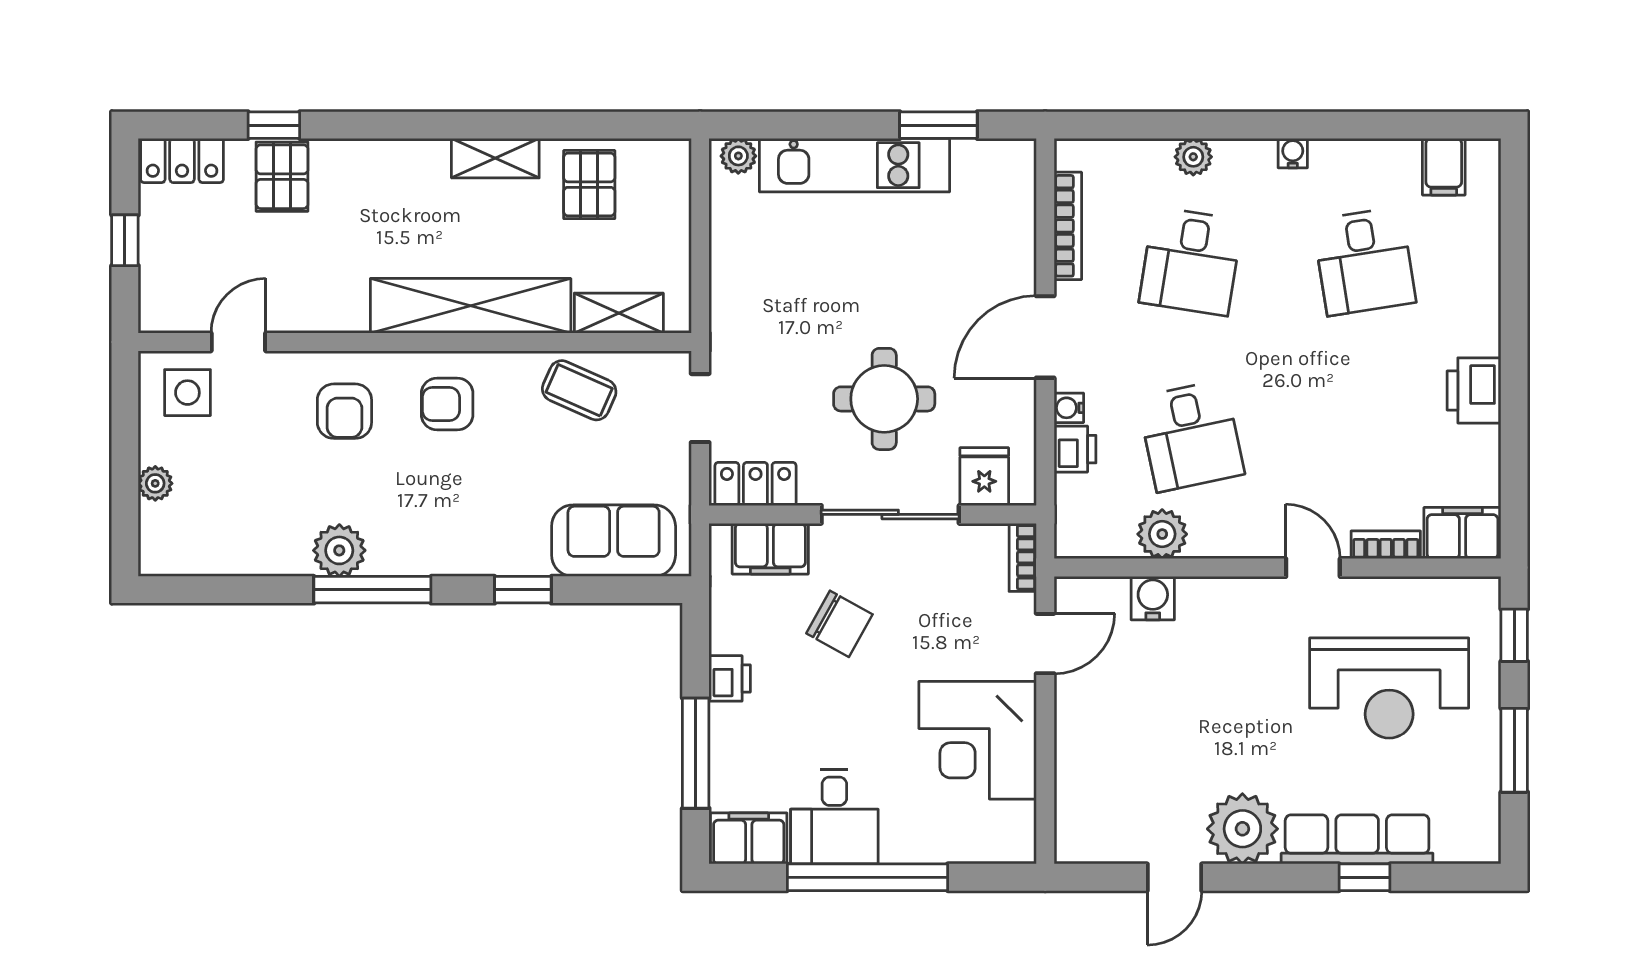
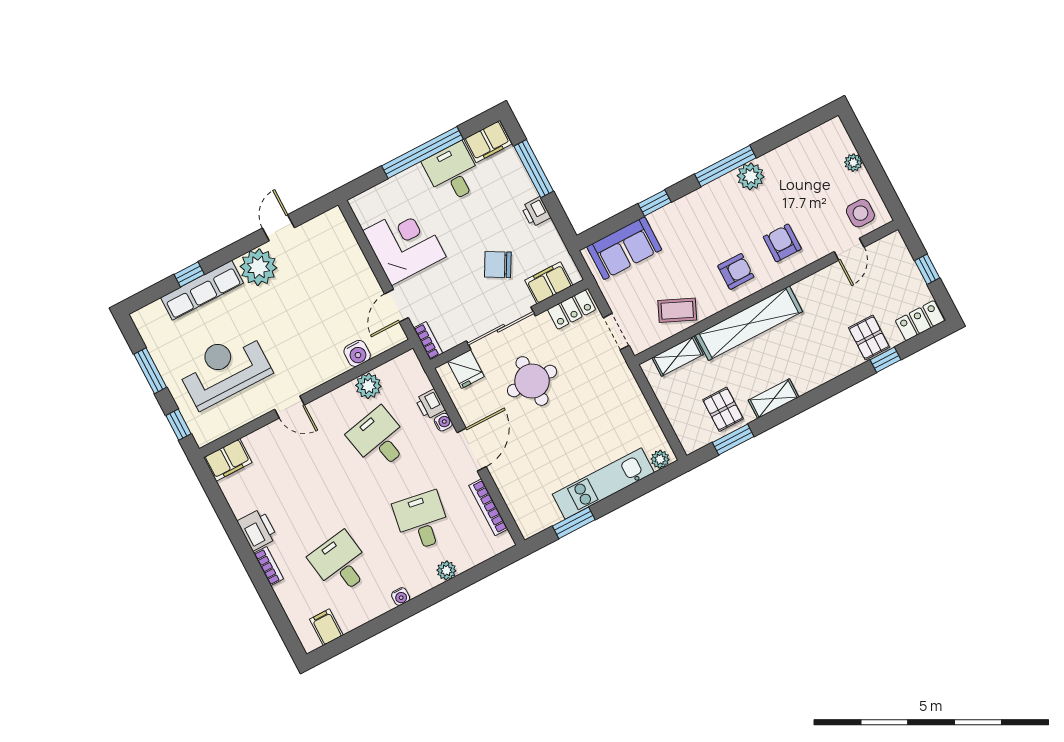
window: (599, 125) -> (733, 439), added
bookcase: (1386, 545) -> (269, 566), moved, turned -90

